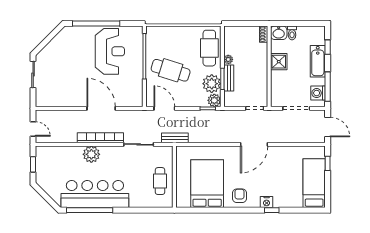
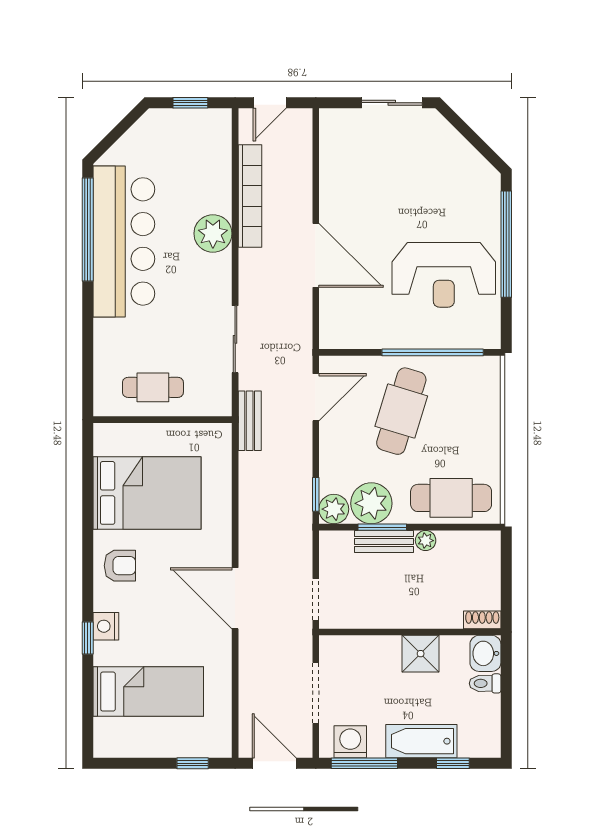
door: (101, 108) -> (316, 255), hinge flipped
door: (328, 127) -> (274, 763), swing flipped
bookcase: (100, 138) -> (250, 196), moved
bed: (314, 183) -> (148, 692), moved

